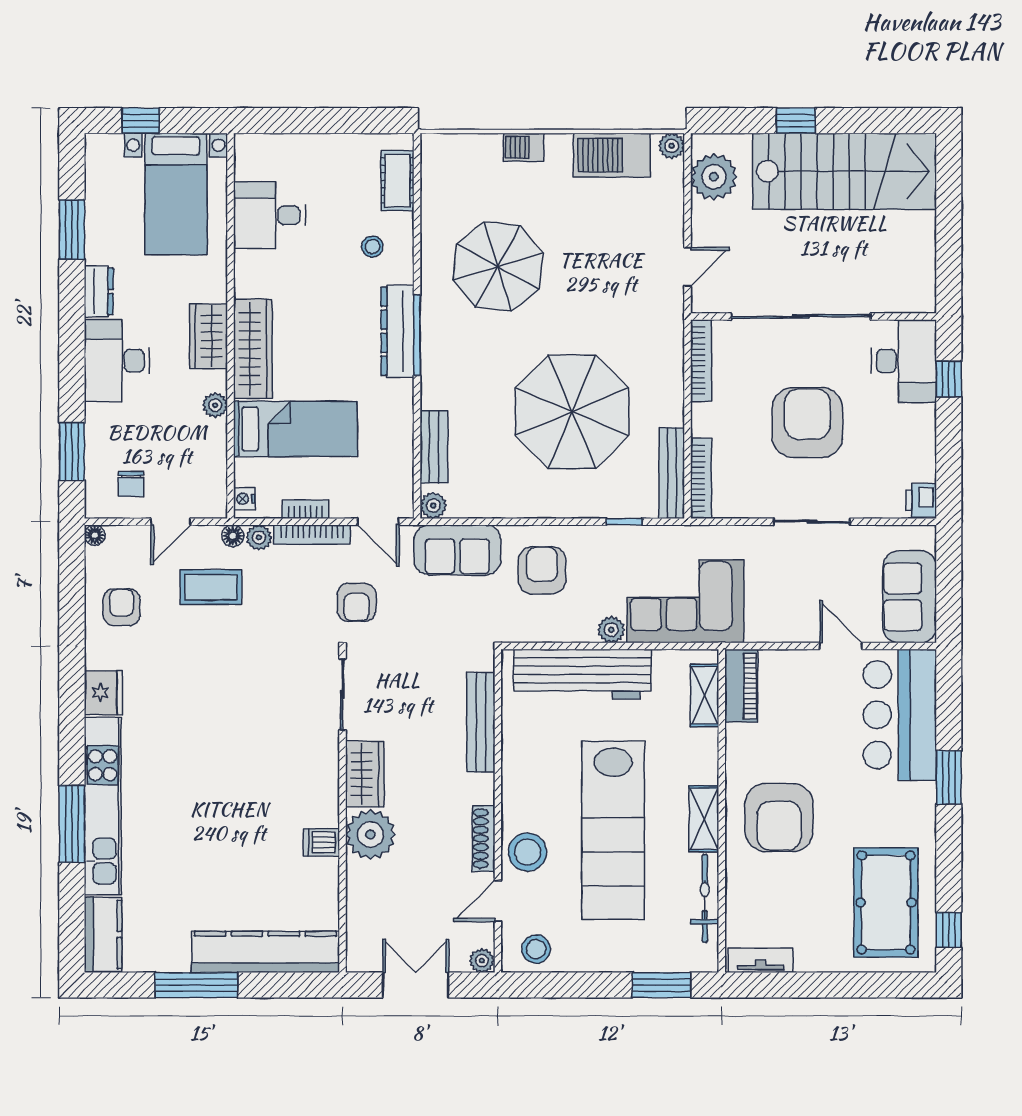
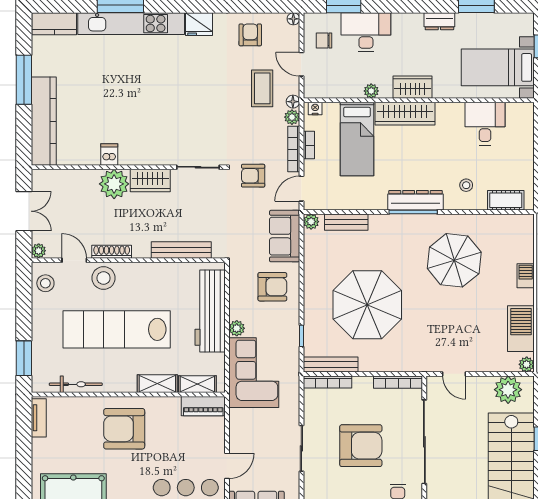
desk: (117, 361) -> (366, 32), moved
armchair: (122, 607) -> (250, 35), turned -90
shelving: (704, 819) -> (157, 384), moved

